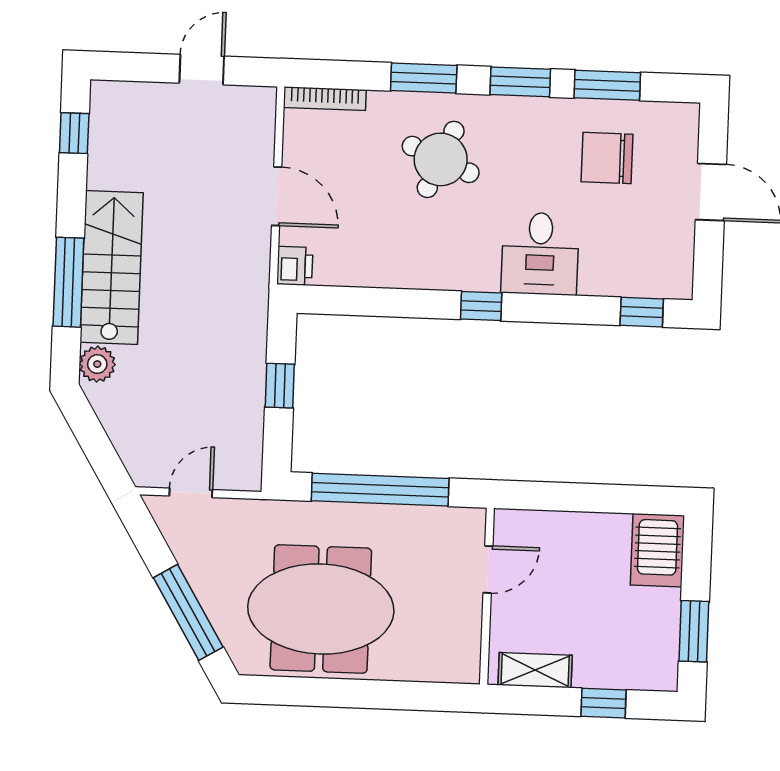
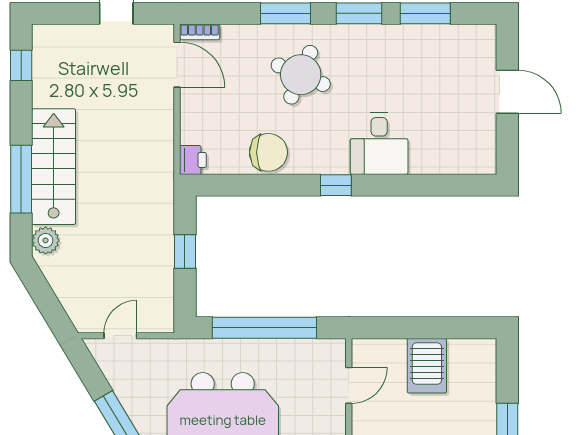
bookcase: (325, 99) -> (200, 32), width x0.64
chair: (607, 158) -> (268, 152), moved, turned 180
door: (277, 196) -> (177, 65), moved
window: (642, 312) -> (458, 185), removed
server rack: (657, 550) -> (427, 366), moved

